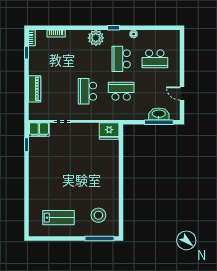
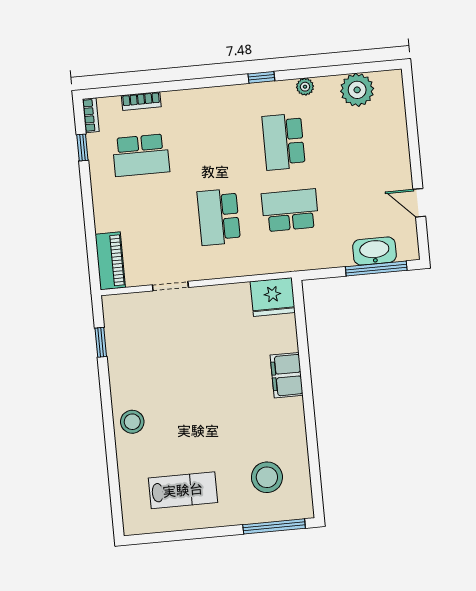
plant: (96, 38) -> (357, 90), moved
school desk: (155, 59) -> (141, 155), moved
piano: (35, 89) -> (110, 261), moved
filing cabinet: (39, 130) -> (287, 375), moved, turned 90
stool: (38, 183) -> (132, 422), added

